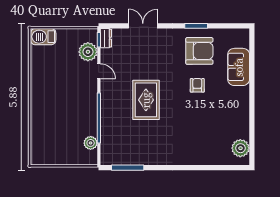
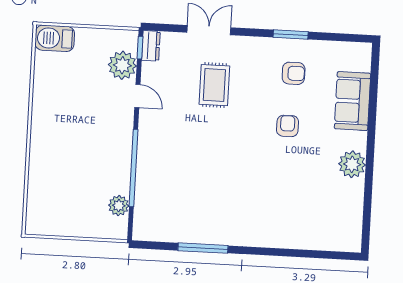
armchair: (199, 51) -> (294, 73), width x0.53, depth x0.53
rug: (146, 100) -> (214, 85), moved, width x0.73, depth x0.70
plant: (240, 148) -> (352, 164), moved
window: (128, 168) -> (203, 248), moved

